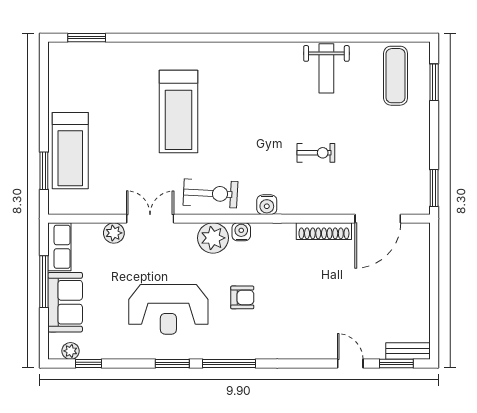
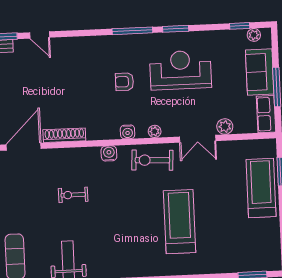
plant: (213, 238) -> (155, 131), width x0.53, depth x0.53

